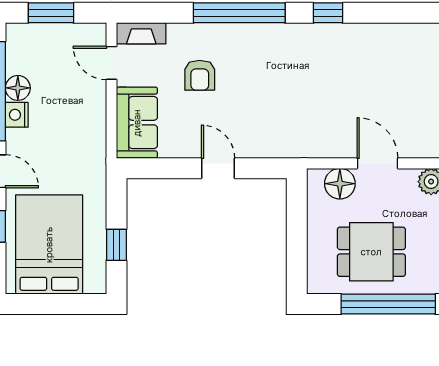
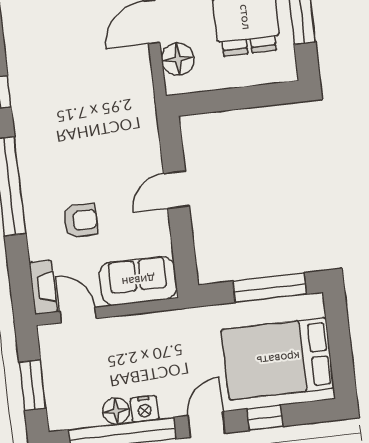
door: (112, 63) -> (78, 315), swing flipped
window: (116, 245) -> (270, 288), width x2.17

